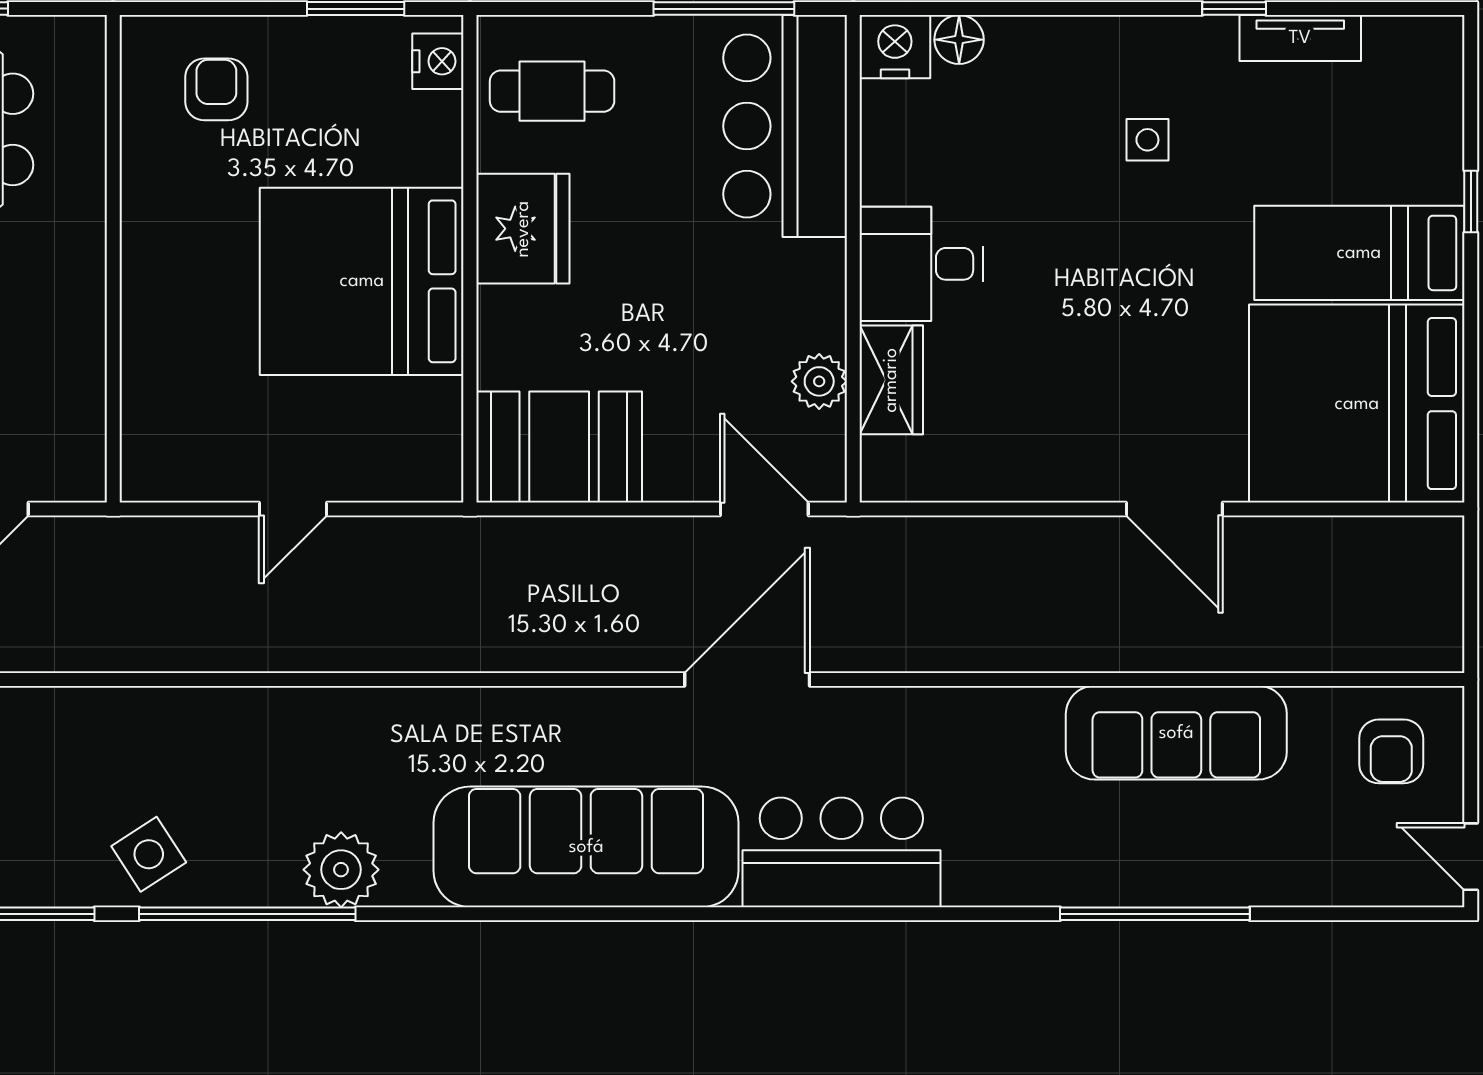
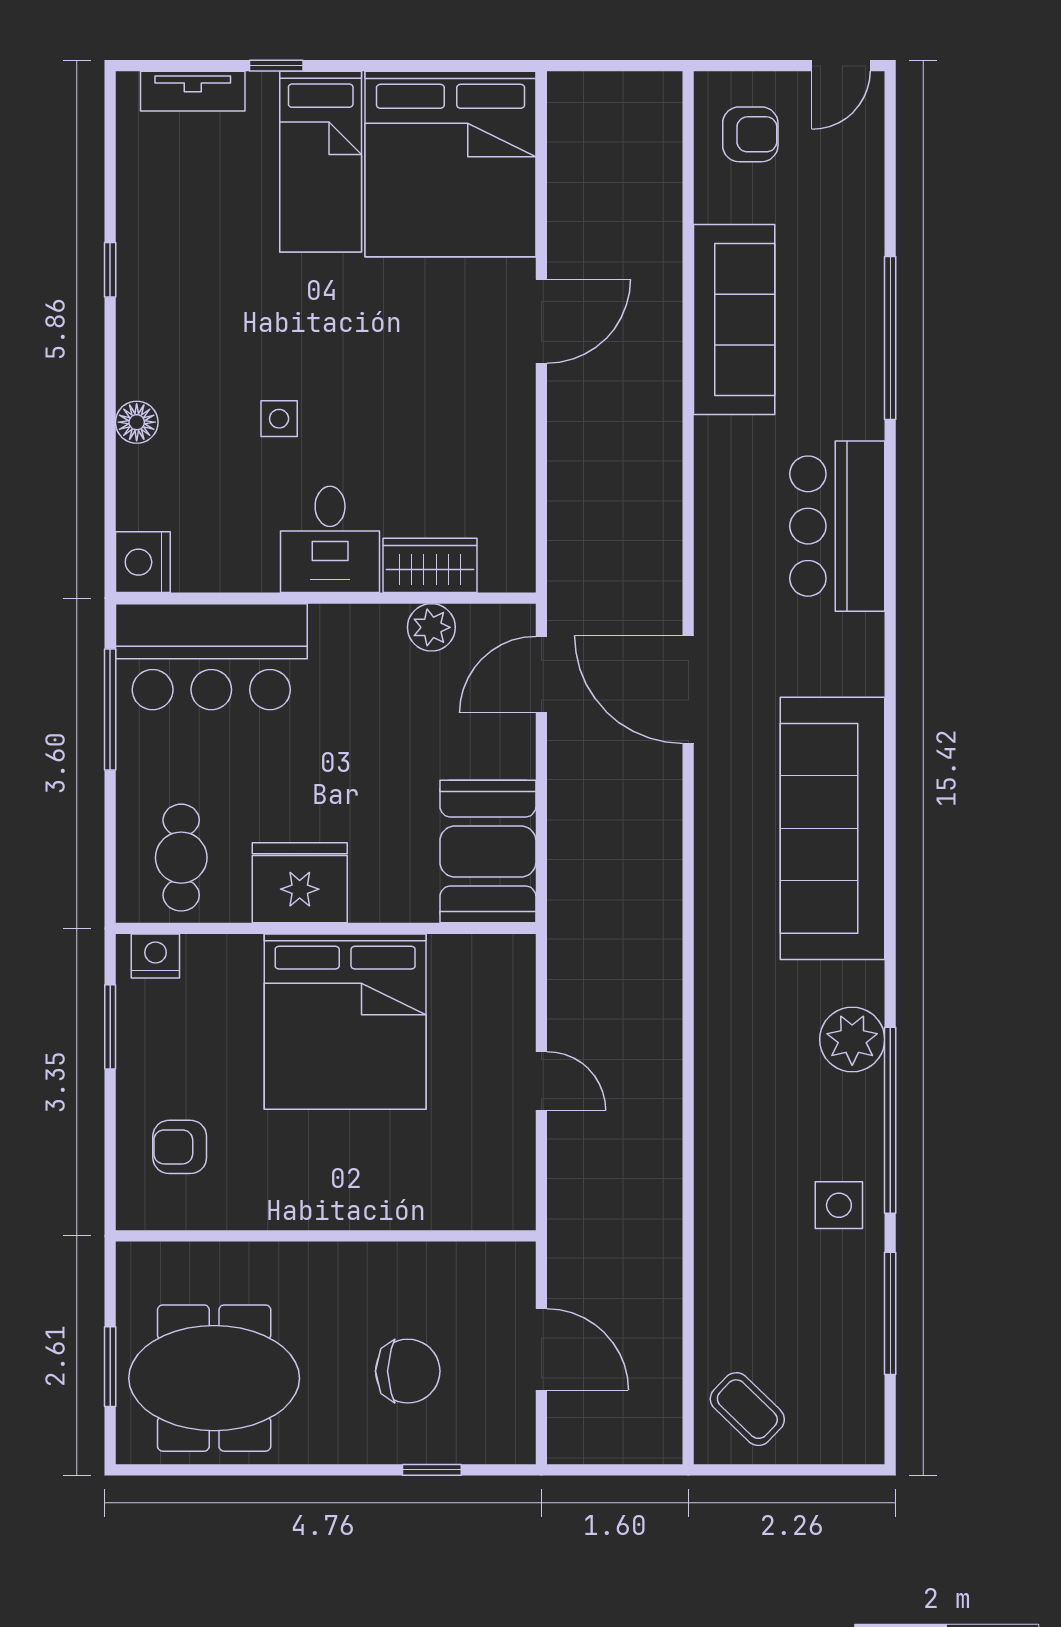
tv unit: (1300, 38) -> (193, 91), moved, turned 90
floor lamp: (959, 40) -> (137, 422), moved
side table: (1147, 140) -> (279, 419), moved
bar counter: (841, 852) -> (837, 526), moved
side table: (149, 854) -> (839, 1205), turned 33

